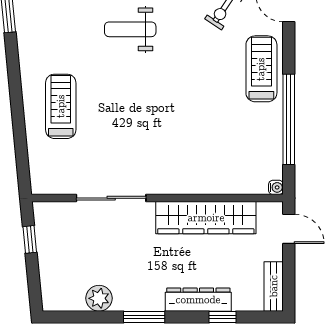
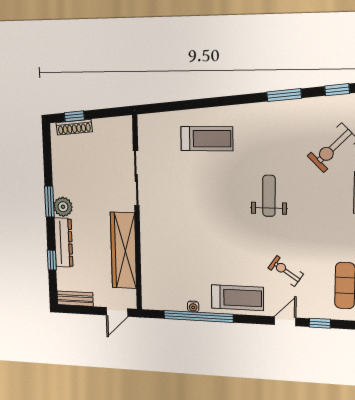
water cooler: (276, 187) -> (193, 307), moved
window: (30, 239) -> (74, 116), moved
shoe rack: (47, 279) -> (74, 127), added
plant: (99, 298) -> (63, 207), moved

